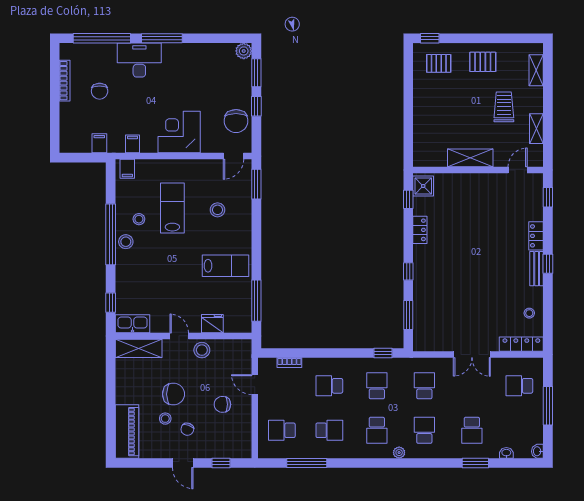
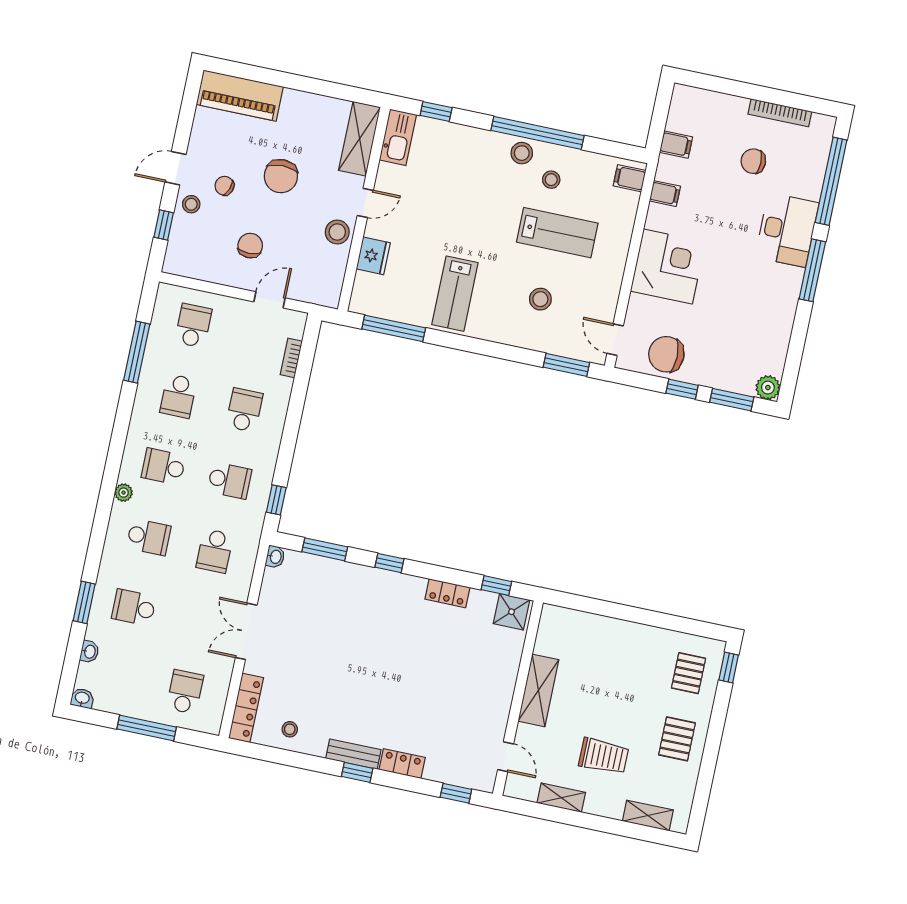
washbasin: (420, 346) -> (275, 557), added
school desk: (424, 386) -> (215, 551), turned 90
stool: (165, 419) -> (191, 204), moved

